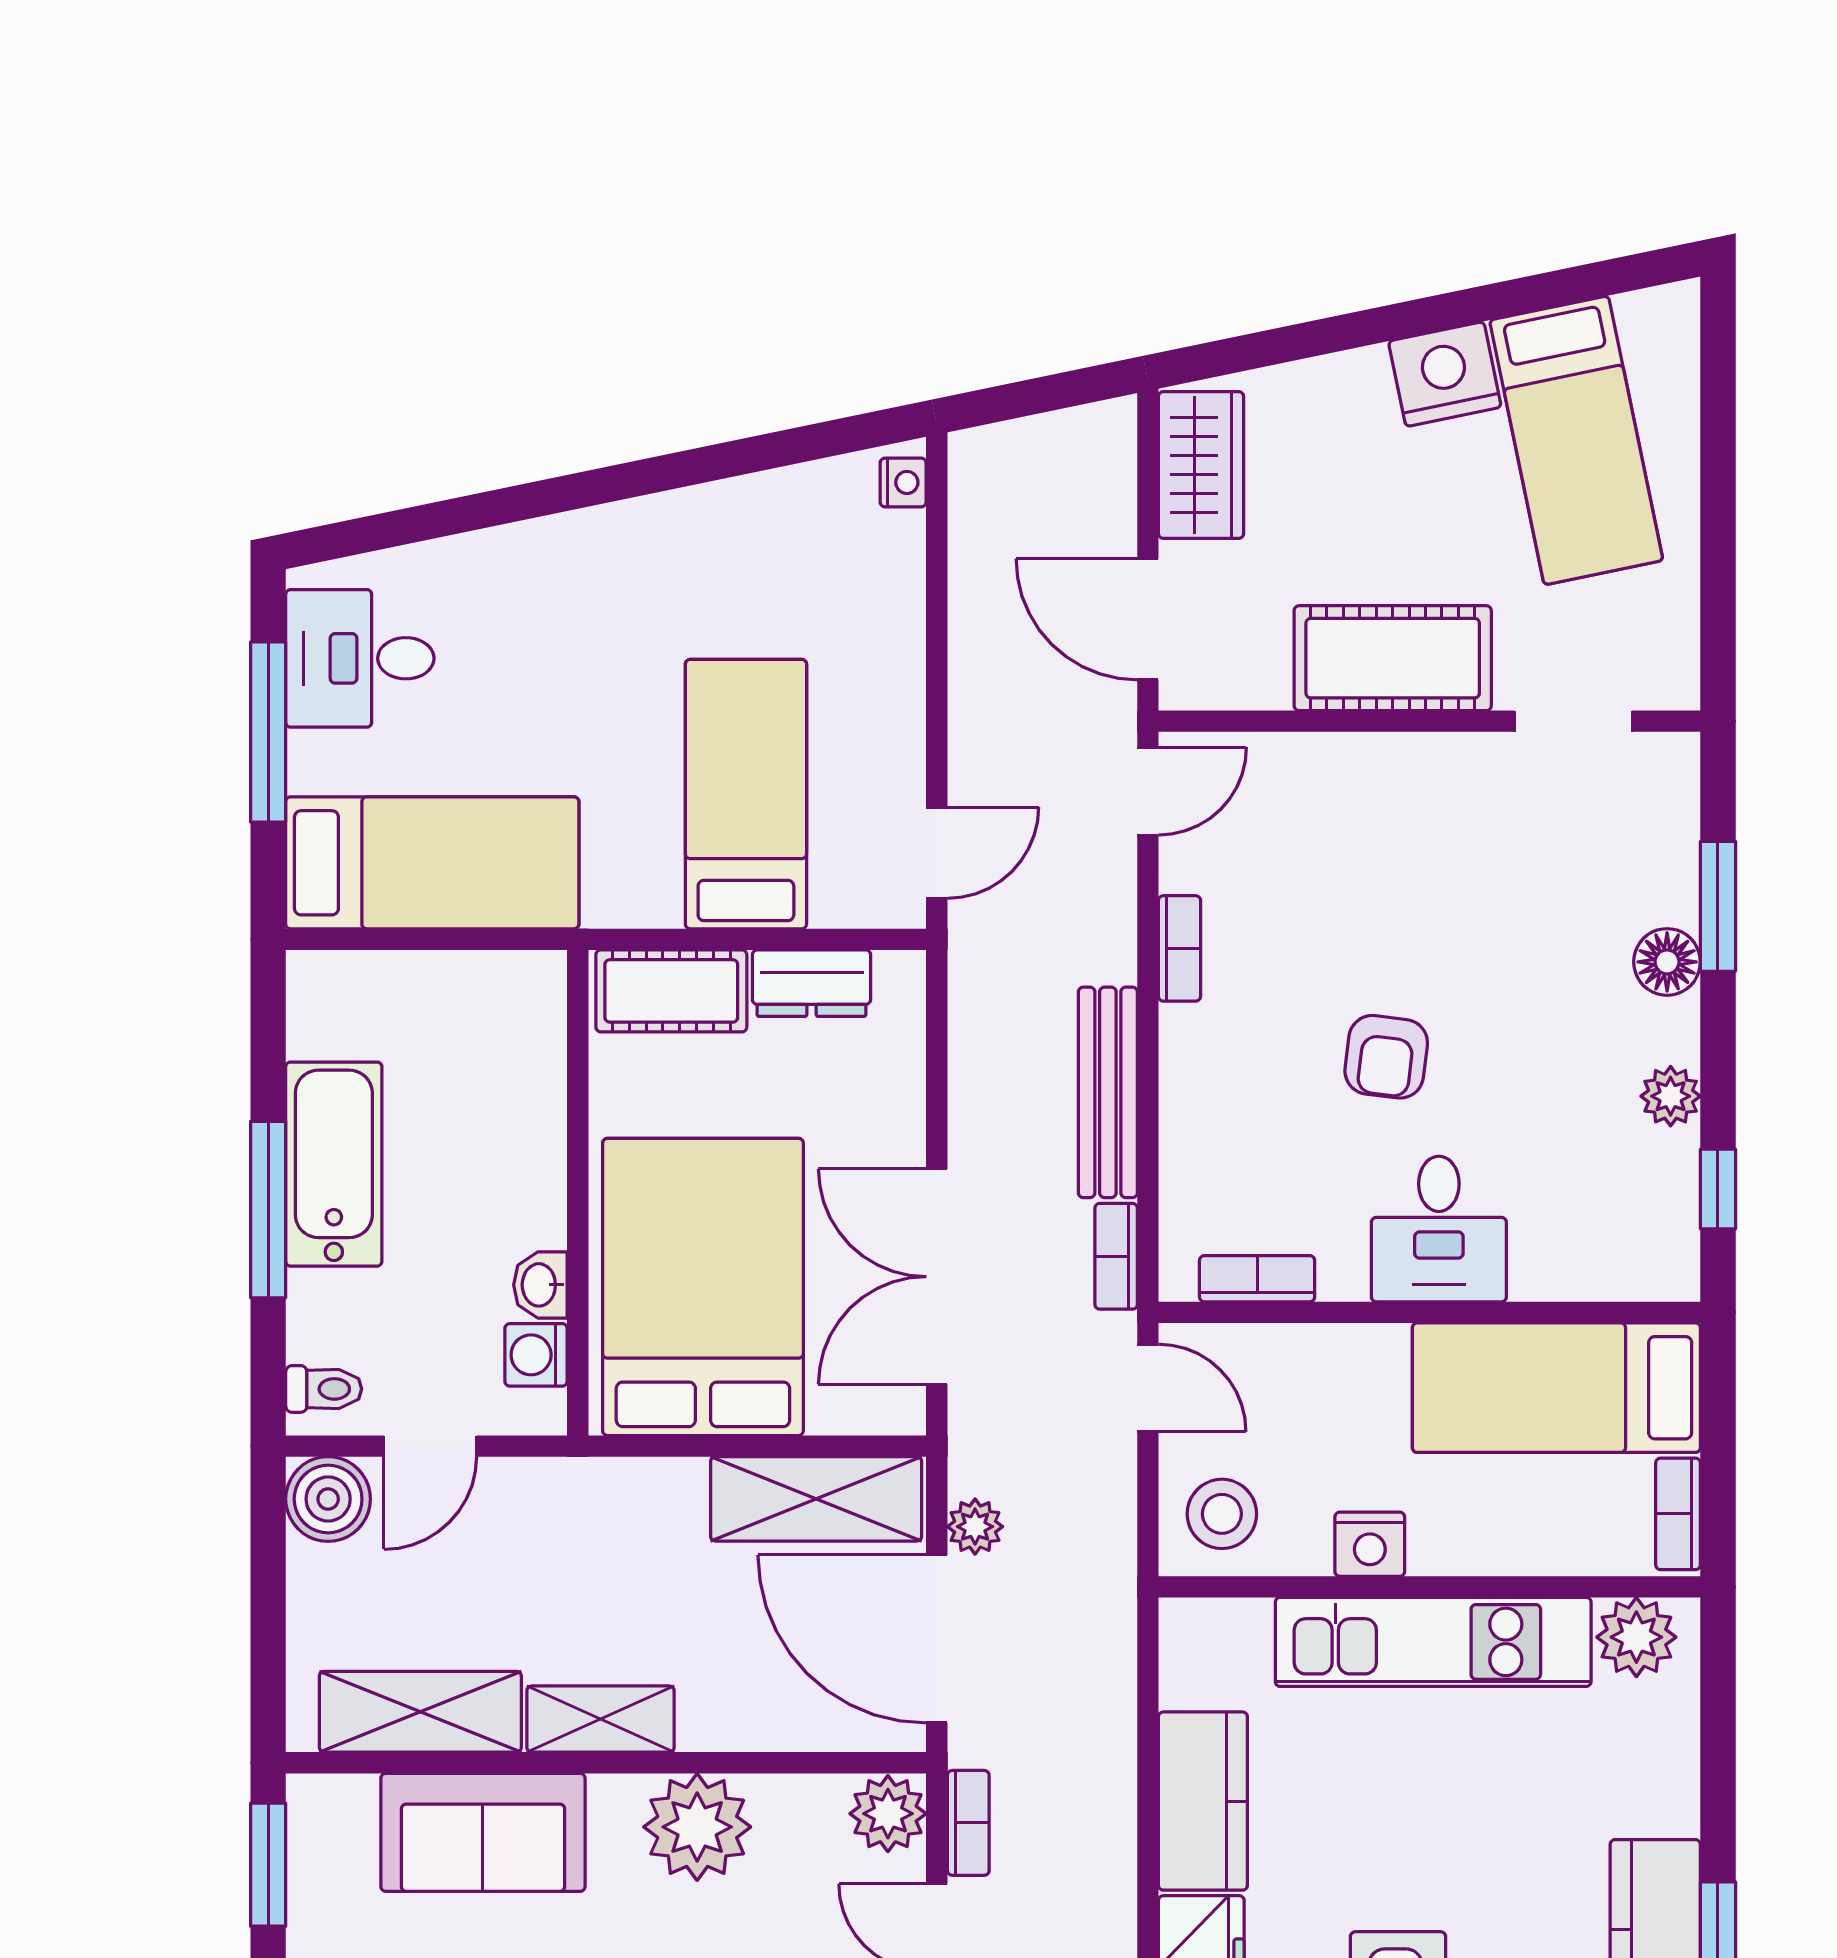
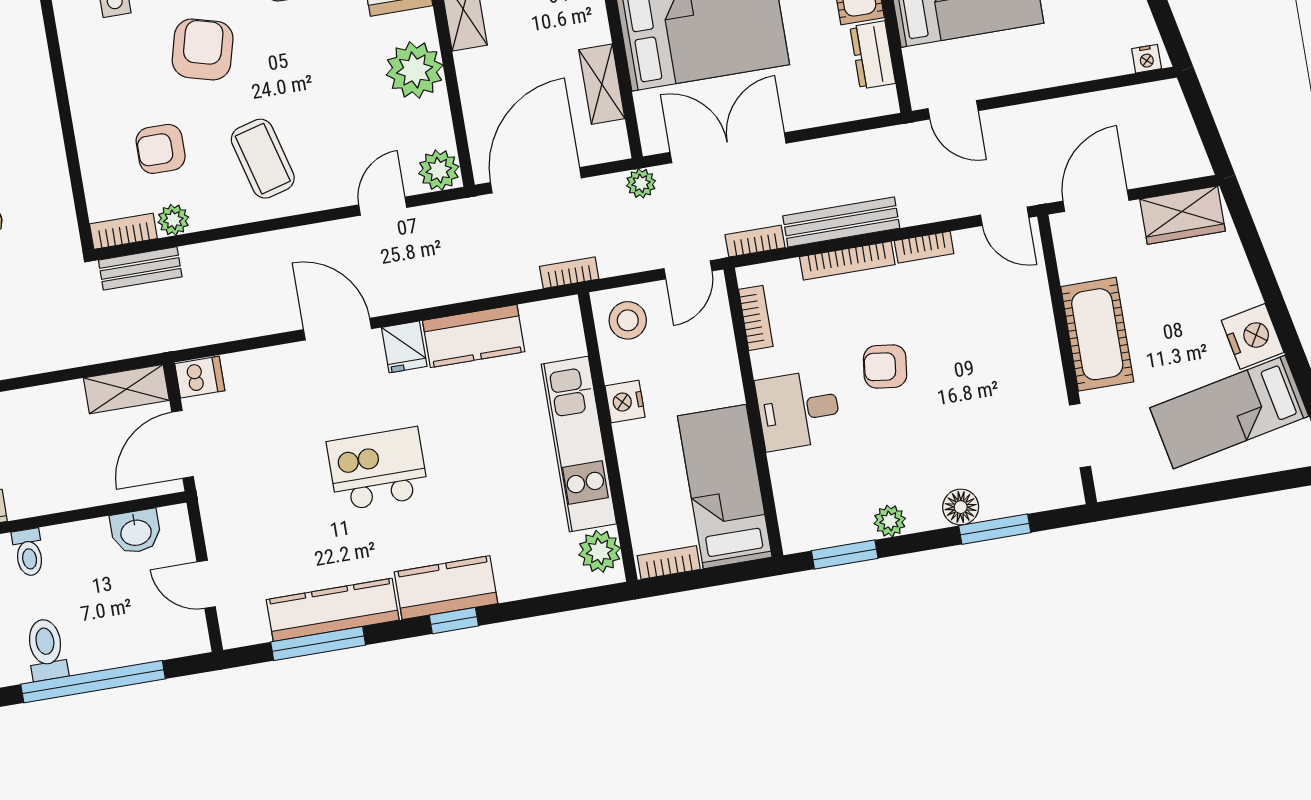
bookcase: (1181, 1093) -> (847, 261), added
window: (1718, 1189) -> (845, 554), width x1.50
shelving: (816, 1499) -> (602, 84), width x0.67, depth x0.75
plant: (975, 1527) -> (641, 183), moved
bookcase: (968, 1823) -> (569, 273), moved, turned 180

